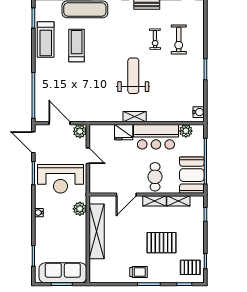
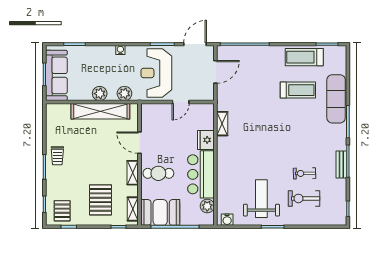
weight bench: (133, 76) -> (261, 199), moved, turned -90
shelving: (135, 117) -> (222, 124), moved
plant: (80, 131) -> (100, 94), moved
shelving: (178, 201) -> (133, 209), moved
pallet: (161, 243) -> (100, 200), moved

